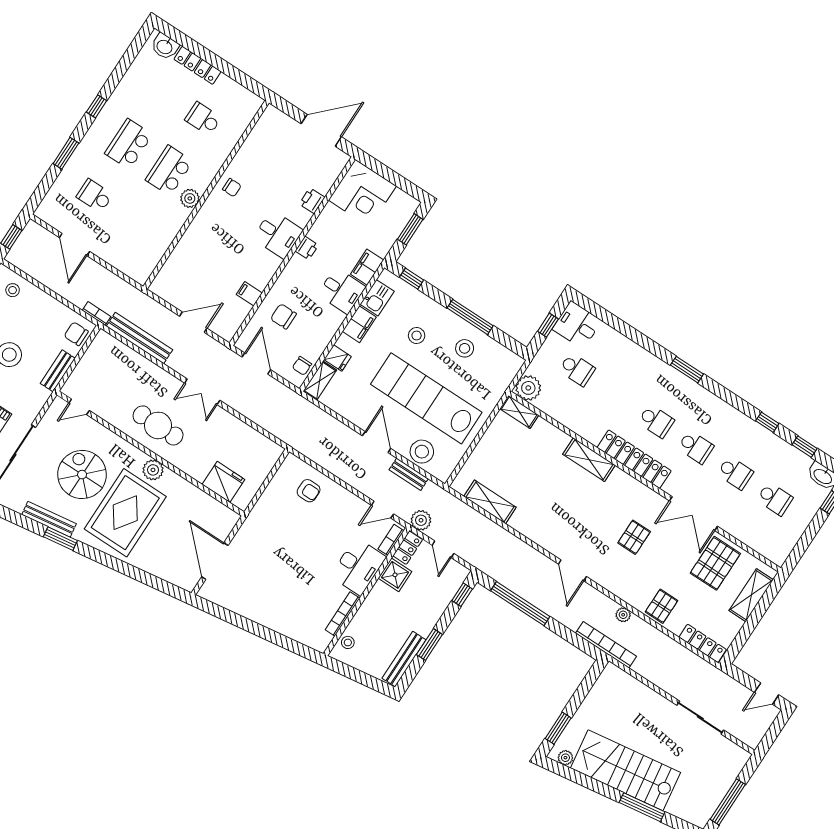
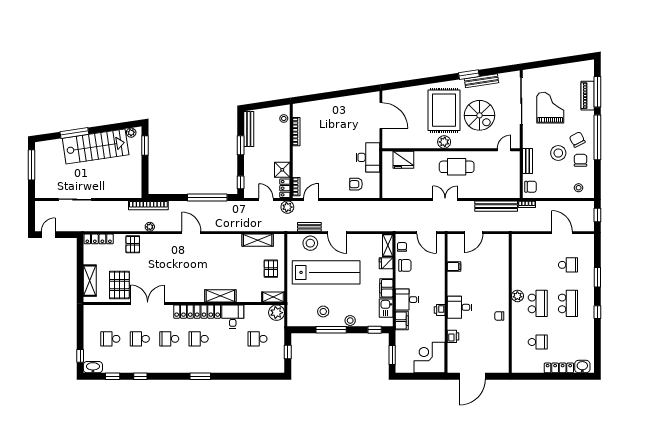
chair: (283, 316) -> (405, 265), moved
desk: (577, 325) -> (233, 317), moved, turned -90
stool: (417, 336) -> (350, 321), moved
pallet: (634, 537) -> (271, 269), moved
desk: (358, 567) -> (368, 157), moved, turned 180

